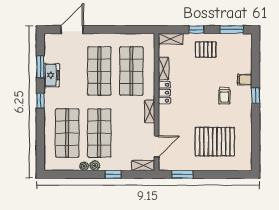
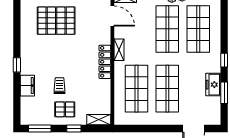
shelving: (163, 69) -> (106, 91), removed
filing cabinet: (245, 80) -> (27, 86), width x2.00
locker: (164, 93) -> (105, 62), width x1.53
trolley: (224, 96) -> (59, 86), moved
door: (156, 146) -> (112, 16), swing flipped

